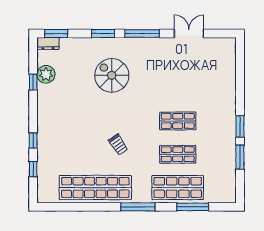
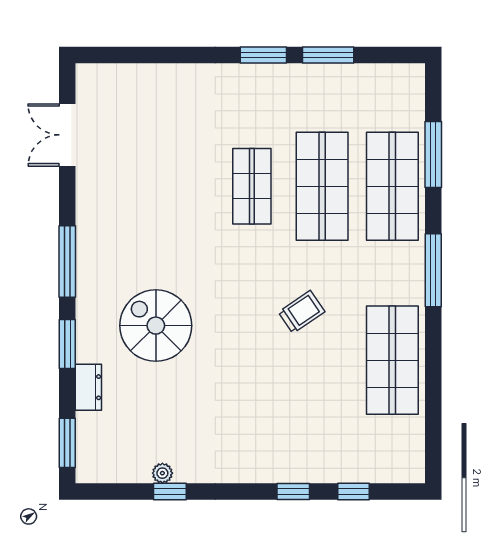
double door: (189, 34) -> (67, 135), moved
dresser: (48, 44) -> (88, 387), moved
plant: (46, 74) -> (162, 473), width x0.53, depth x0.53
spiral stairs: (112, 75) -> (156, 326), turned 90
shop shelf: (178, 154) -> (322, 186), width x1.43, depth x1.36
shop shelf: (95, 188) -> (392, 360), width x0.71

